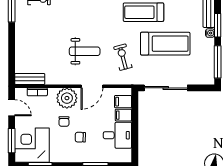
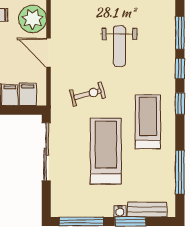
treadmill: (165, 44) -> (106, 151), turned 180
weight bench: (85, 51) -> (119, 46), moved

